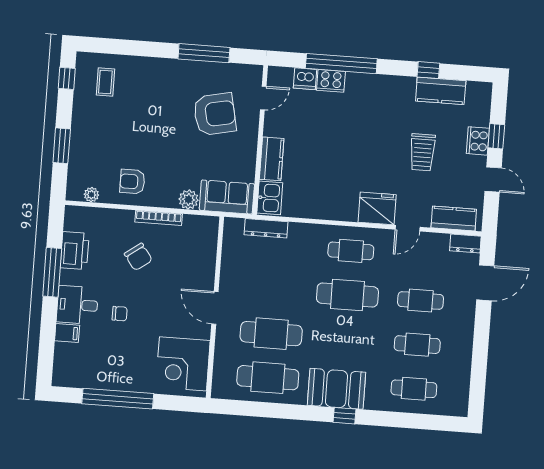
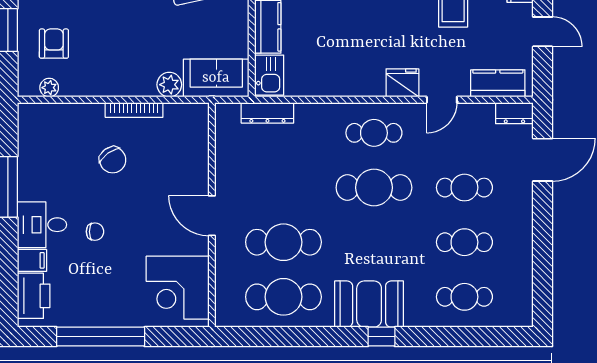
armchair: (132, 182) -> (54, 44), moved, turned 90
fridge: (377, 208) -> (402, 83), width x0.73, depth x0.75
printer: (75, 251) -> (34, 296), moved

